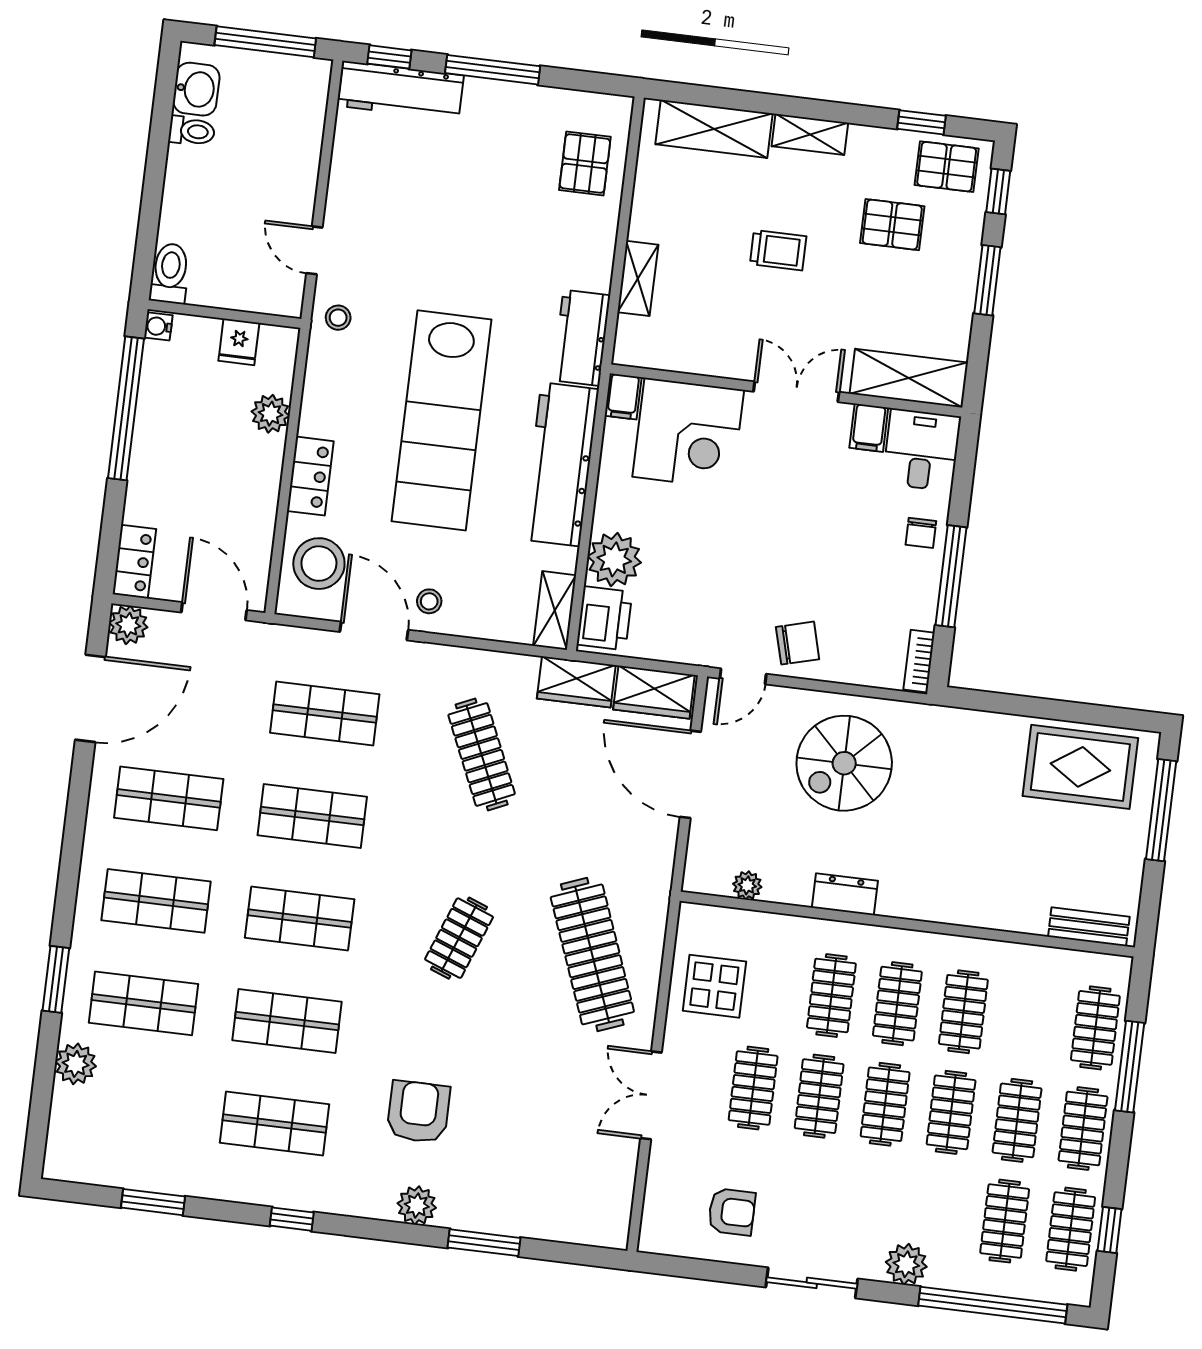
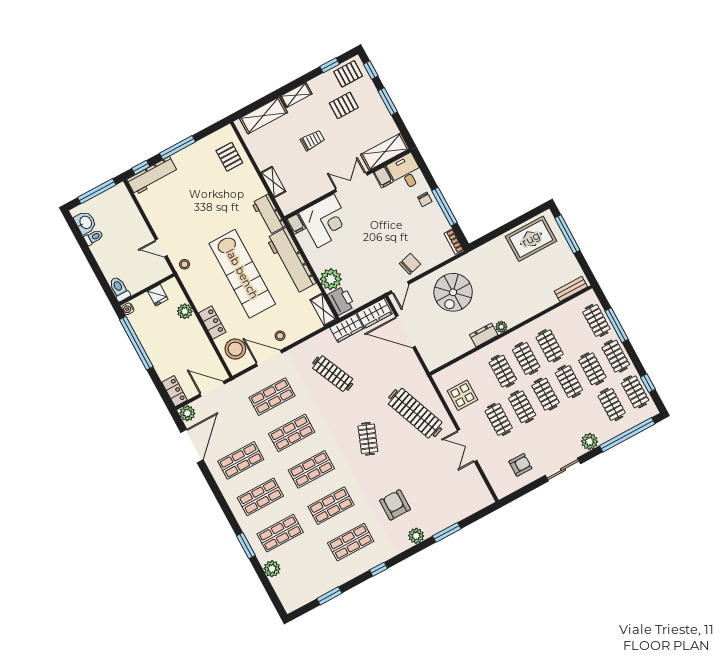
plant: (747, 885) -> (501, 327), moved

